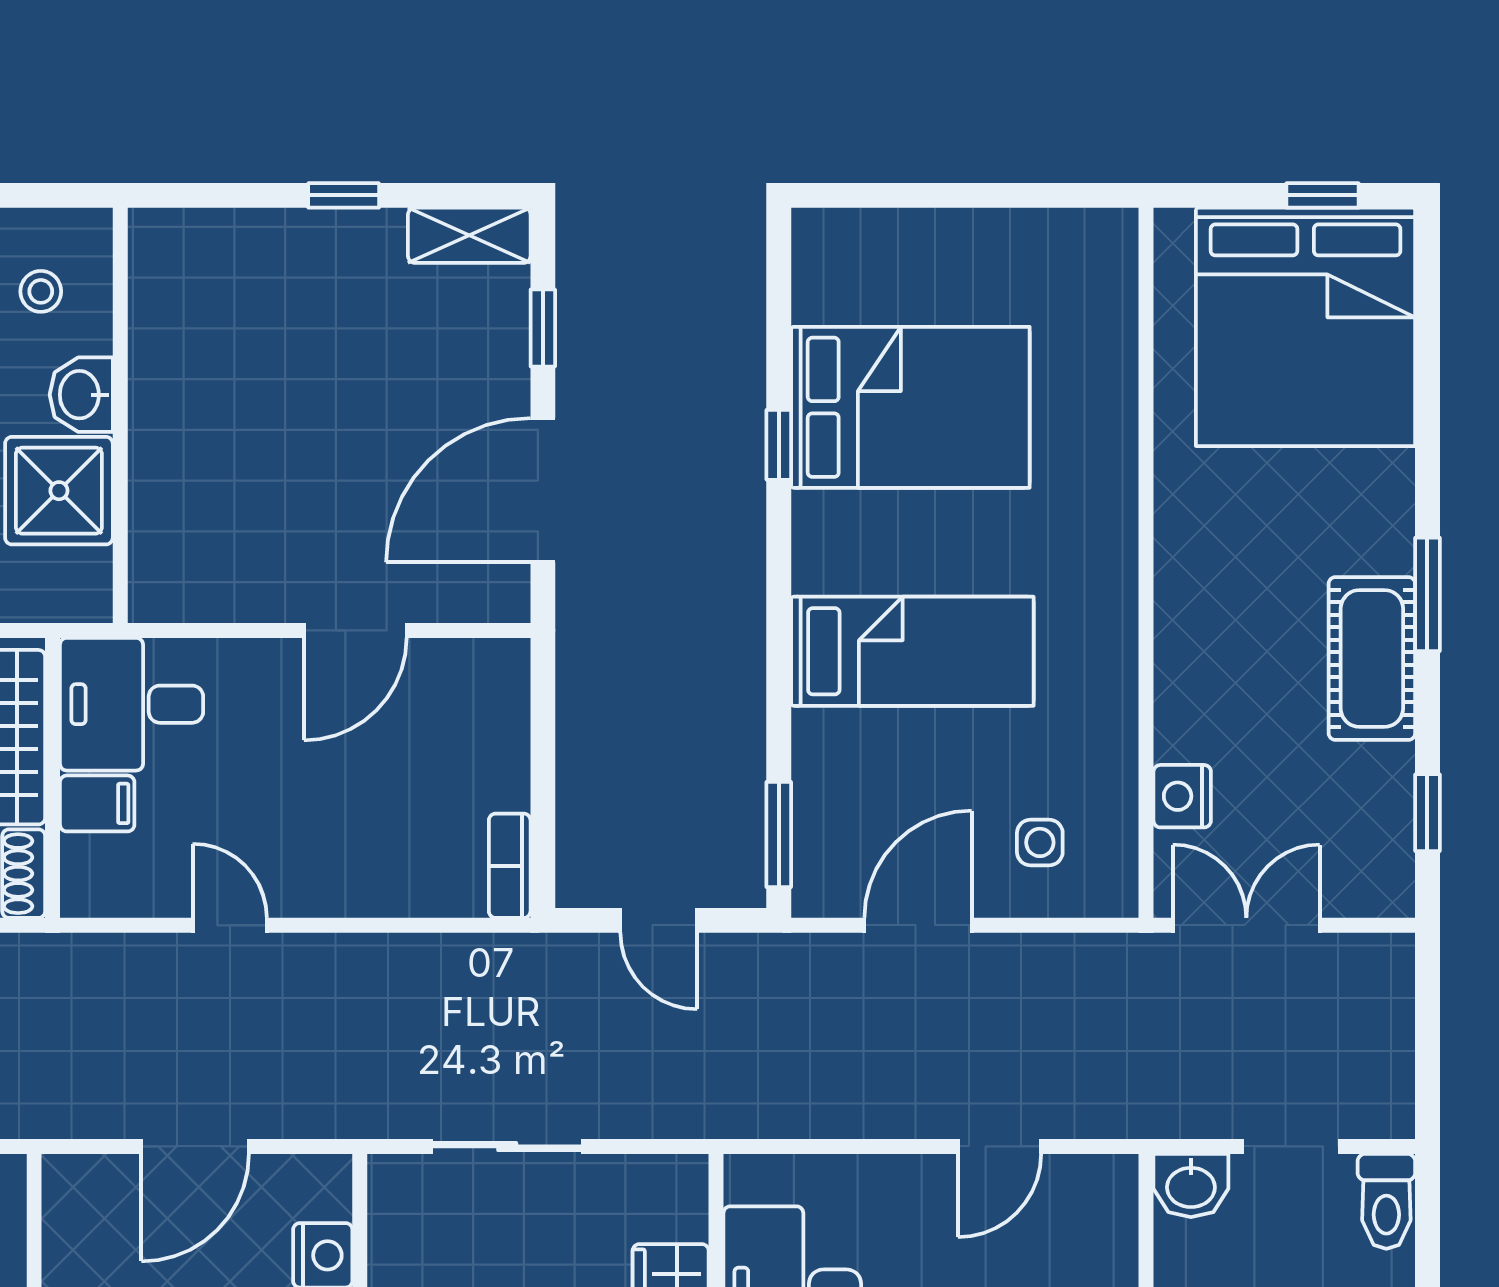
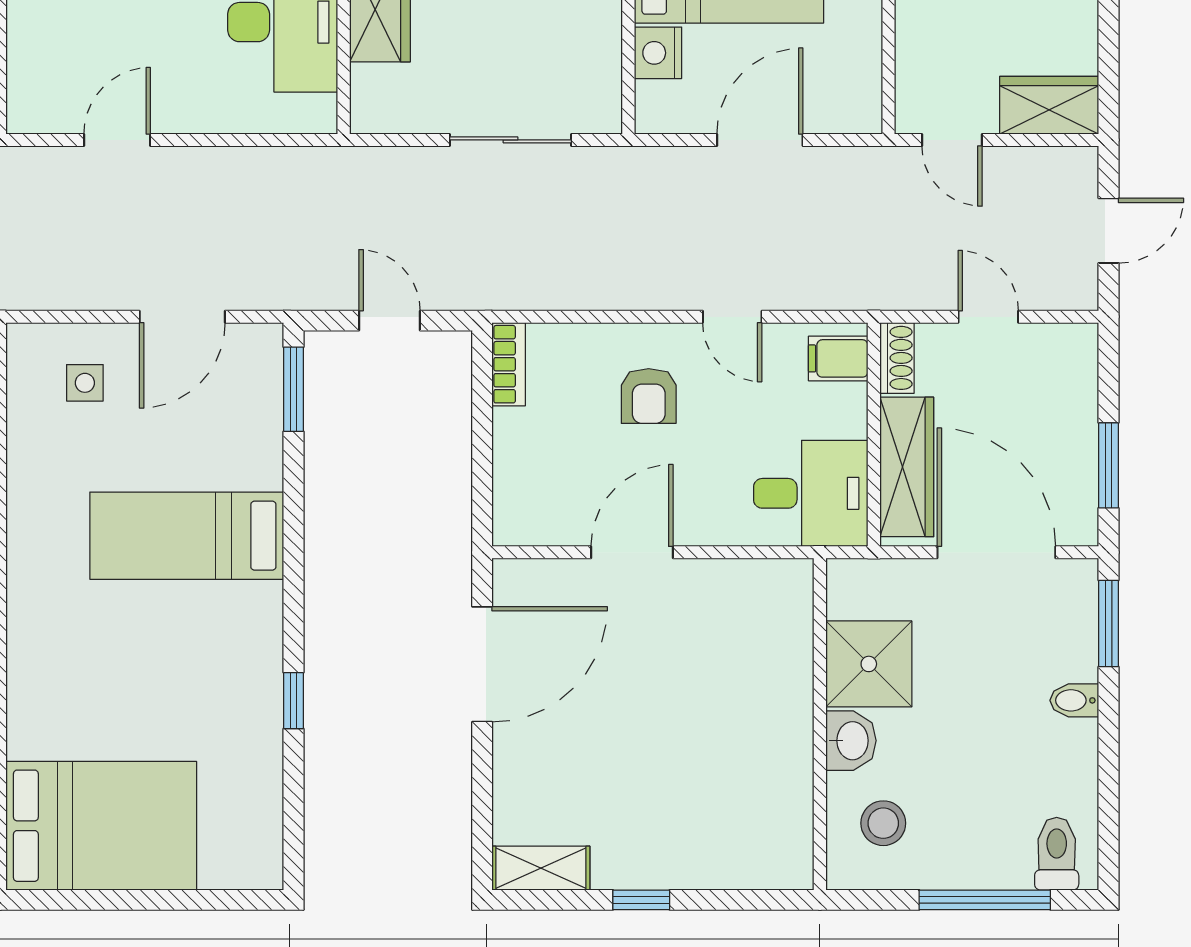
stool: (41, 291) -> (883, 823), width x1.37, depth x1.37
window: (543, 328) -> (482, 794), removed
bed: (910, 407) -> (101, 826), moved, turned 180
filing cabinet: (97, 803) -> (838, 358), moved
armchair: (334, 826) -> (649, 396), added

